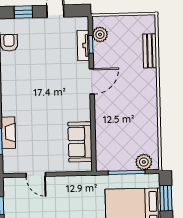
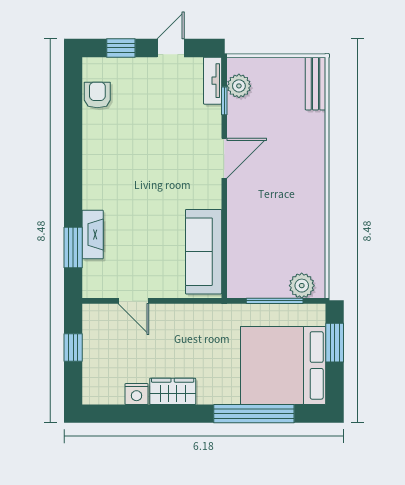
tv unit: (83, 46) -> (213, 81), moved
bench: (150, 51) -> (315, 84), moved
sofa: (80, 142) -> (204, 252), width x1.36

